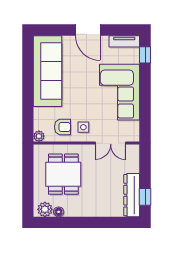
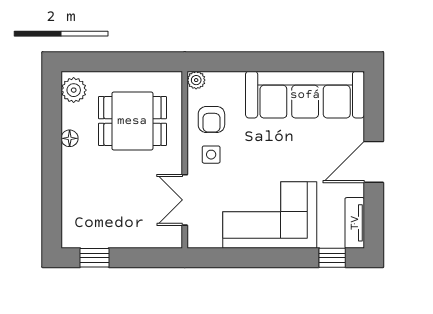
dresser: (132, 195) -> (97, 235), removed
floor lamp: (59, 212) -> (70, 138), moved

